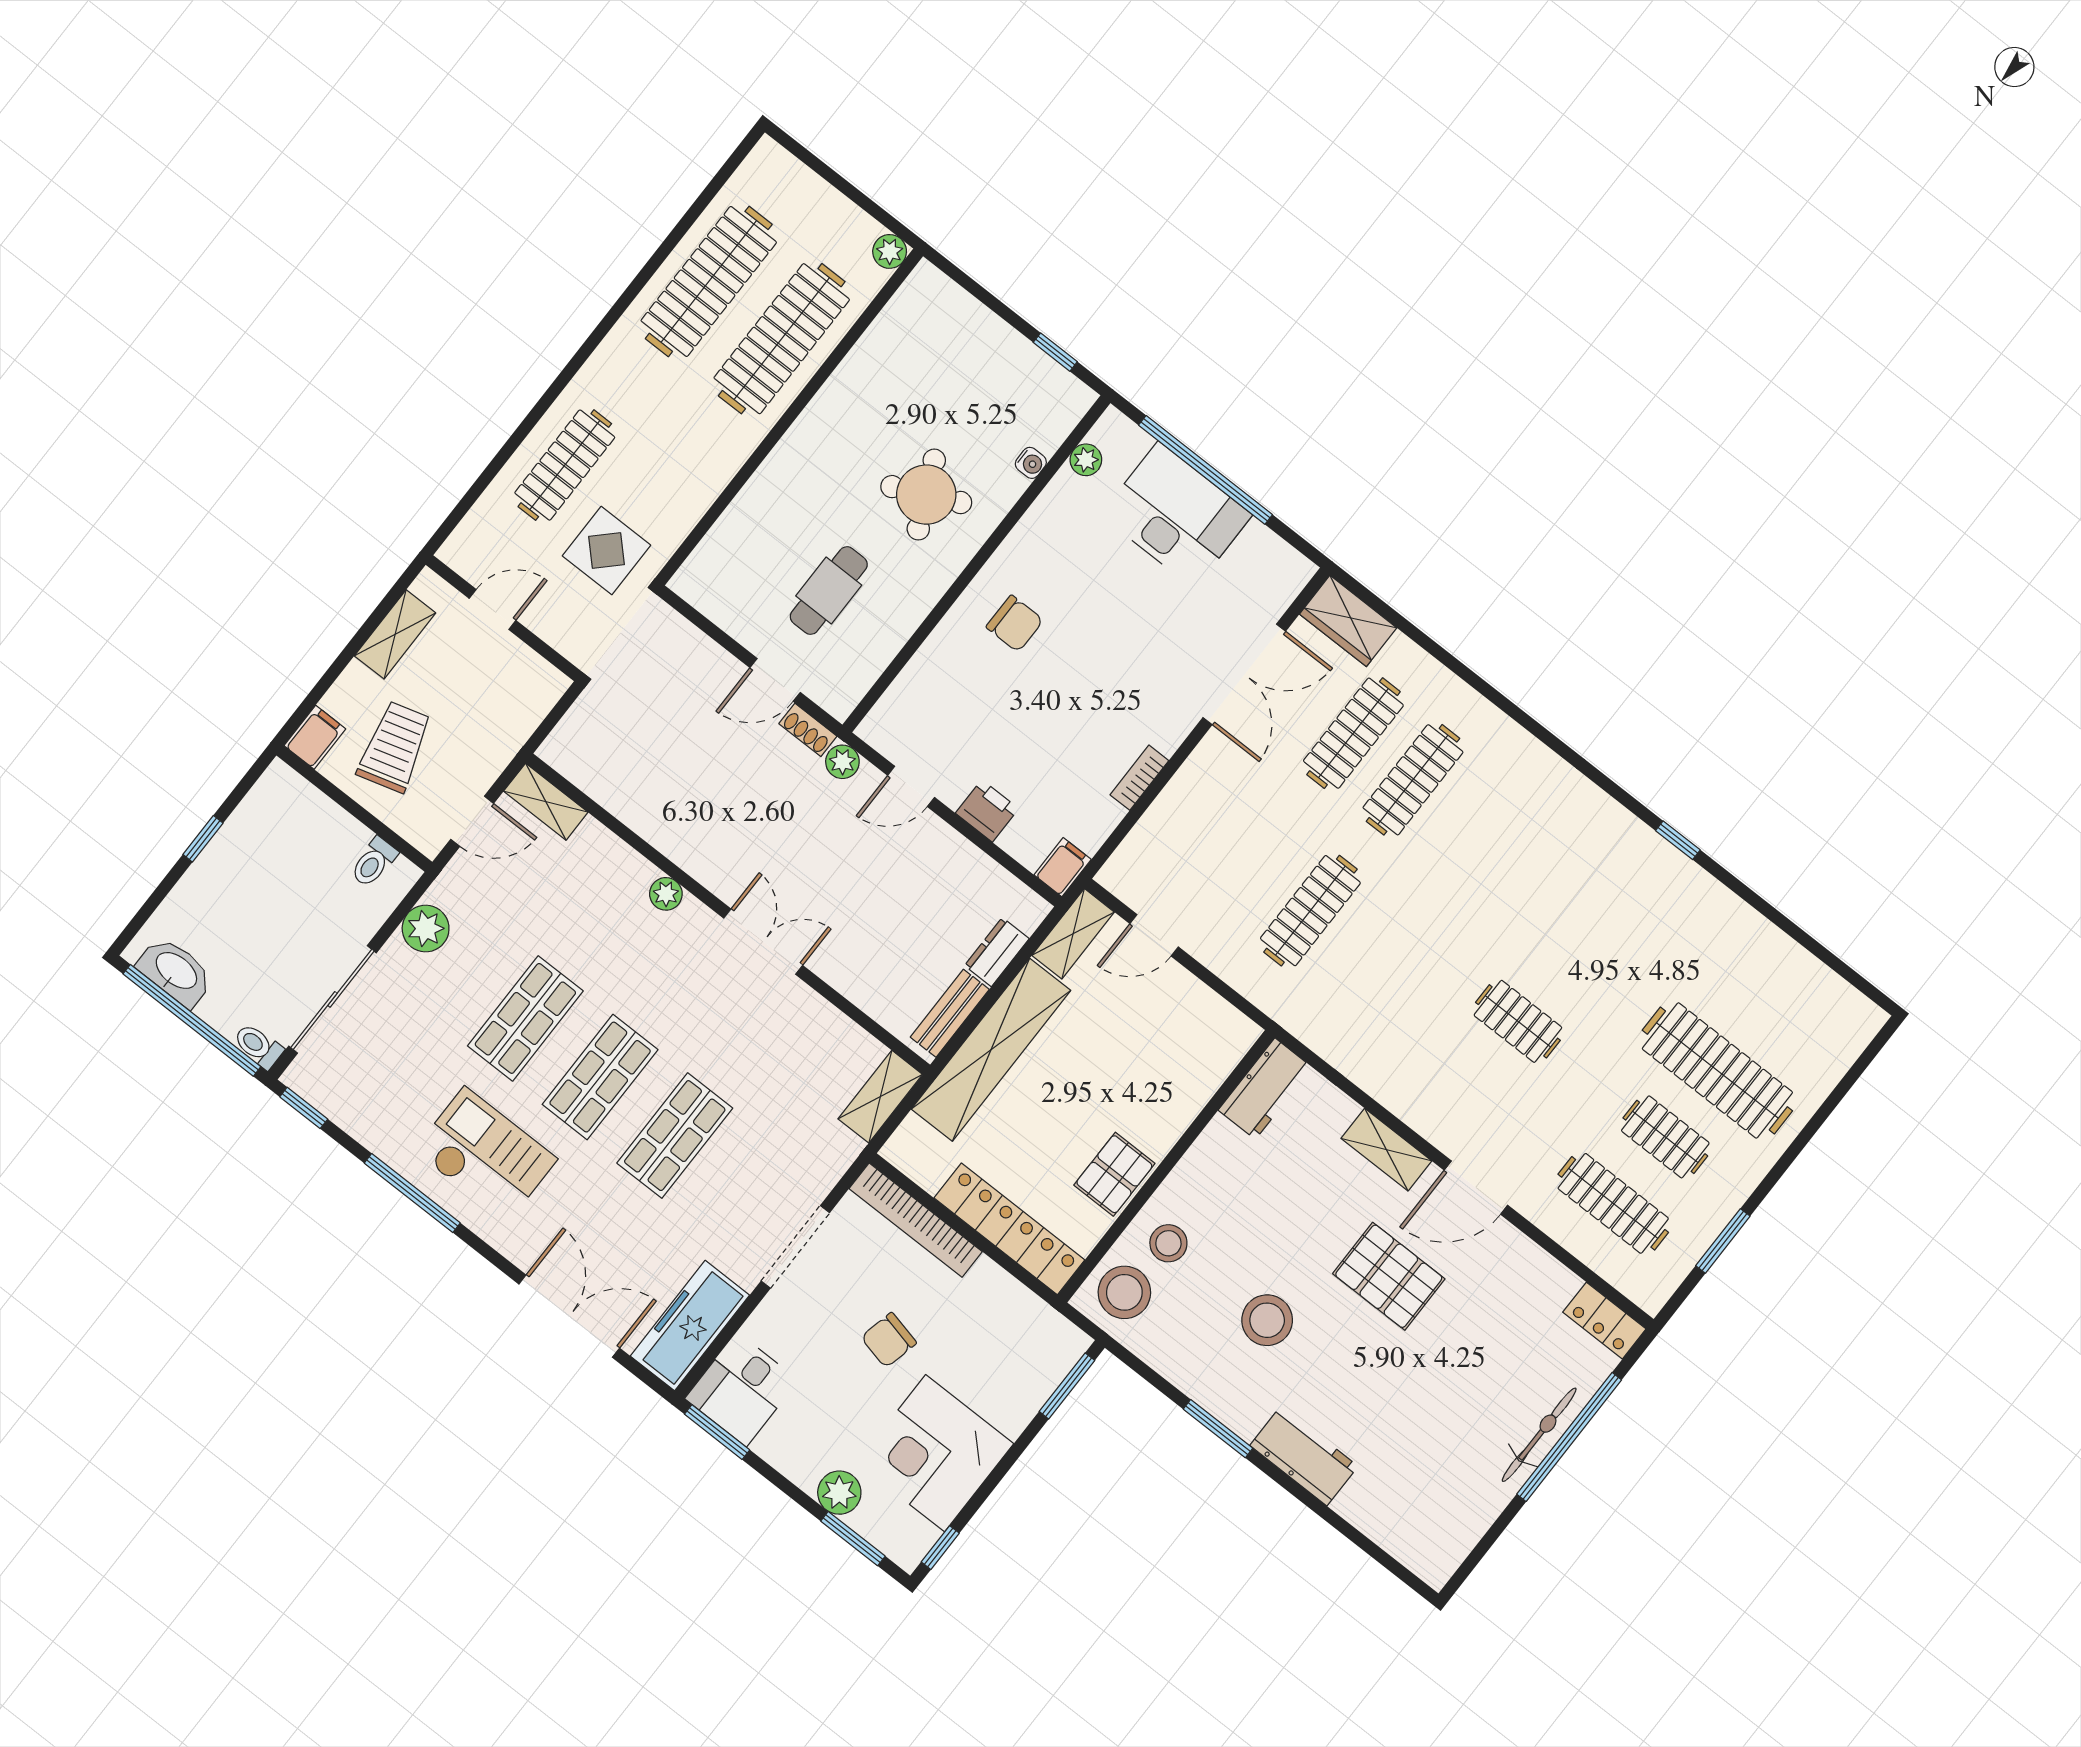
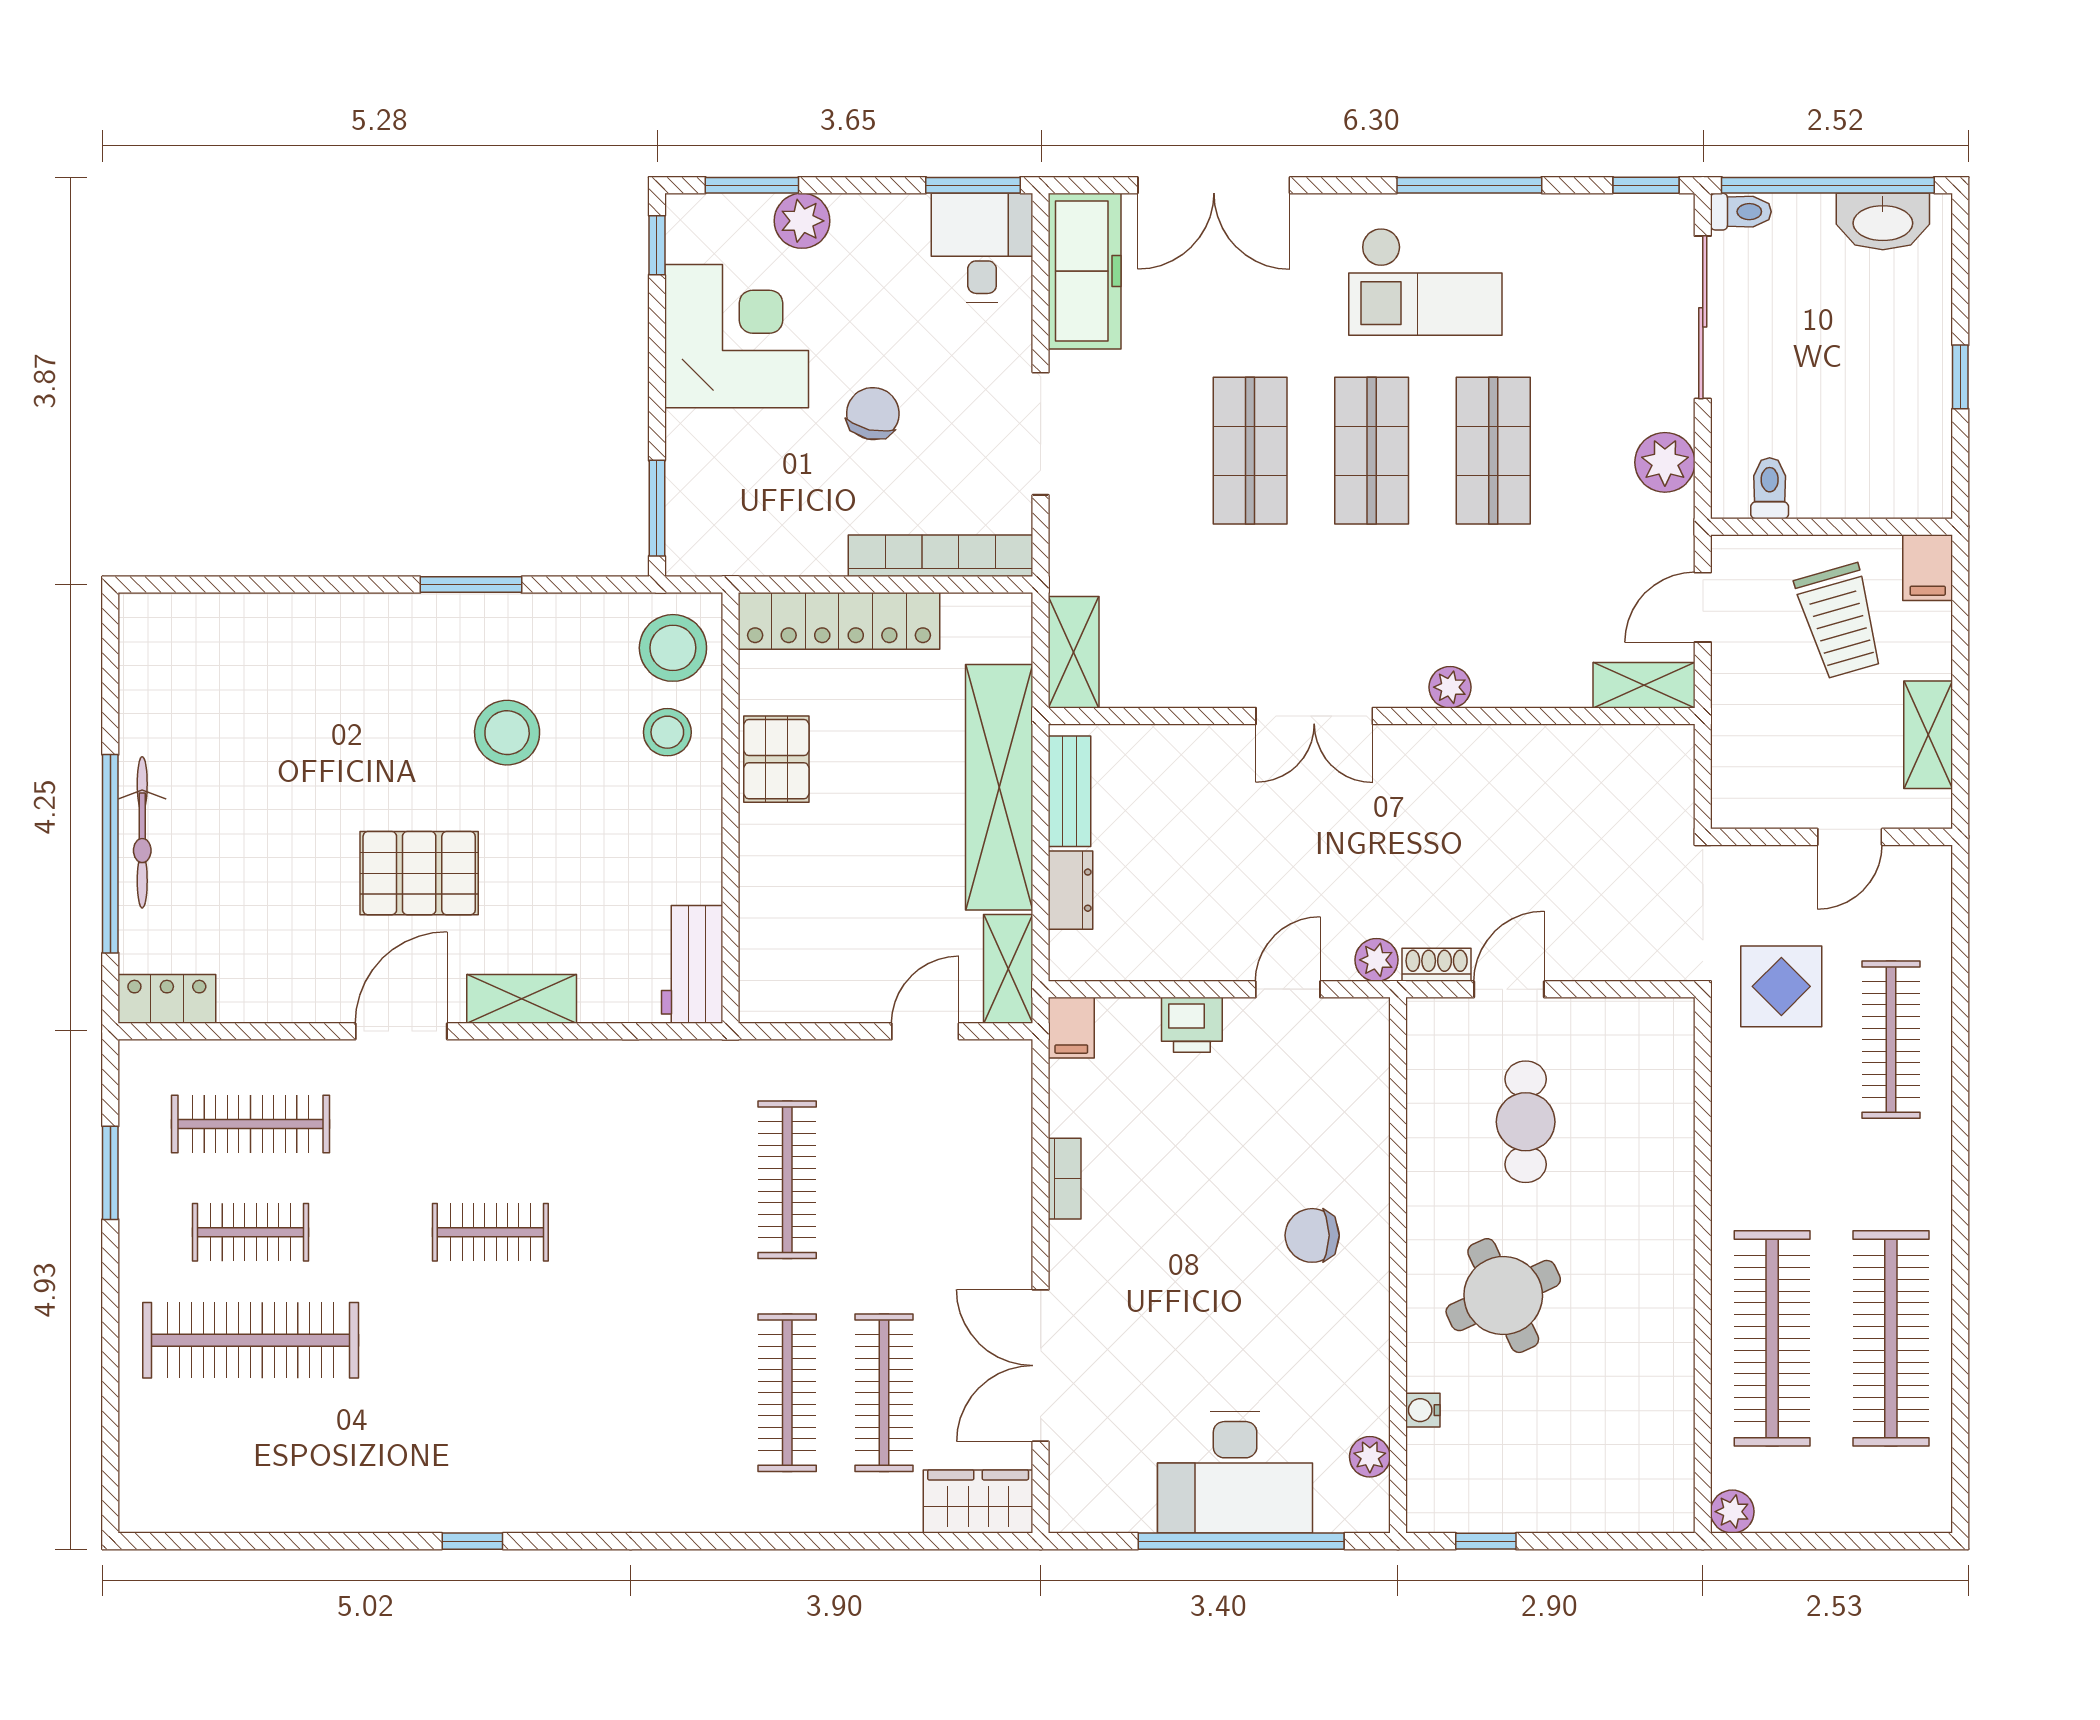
workbench: (1304, 1456) -> (363, 625), removed

